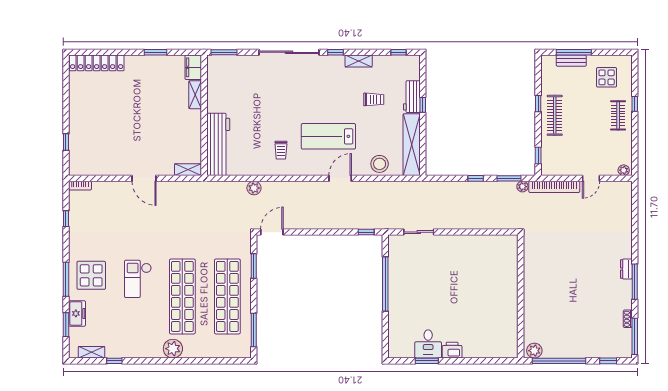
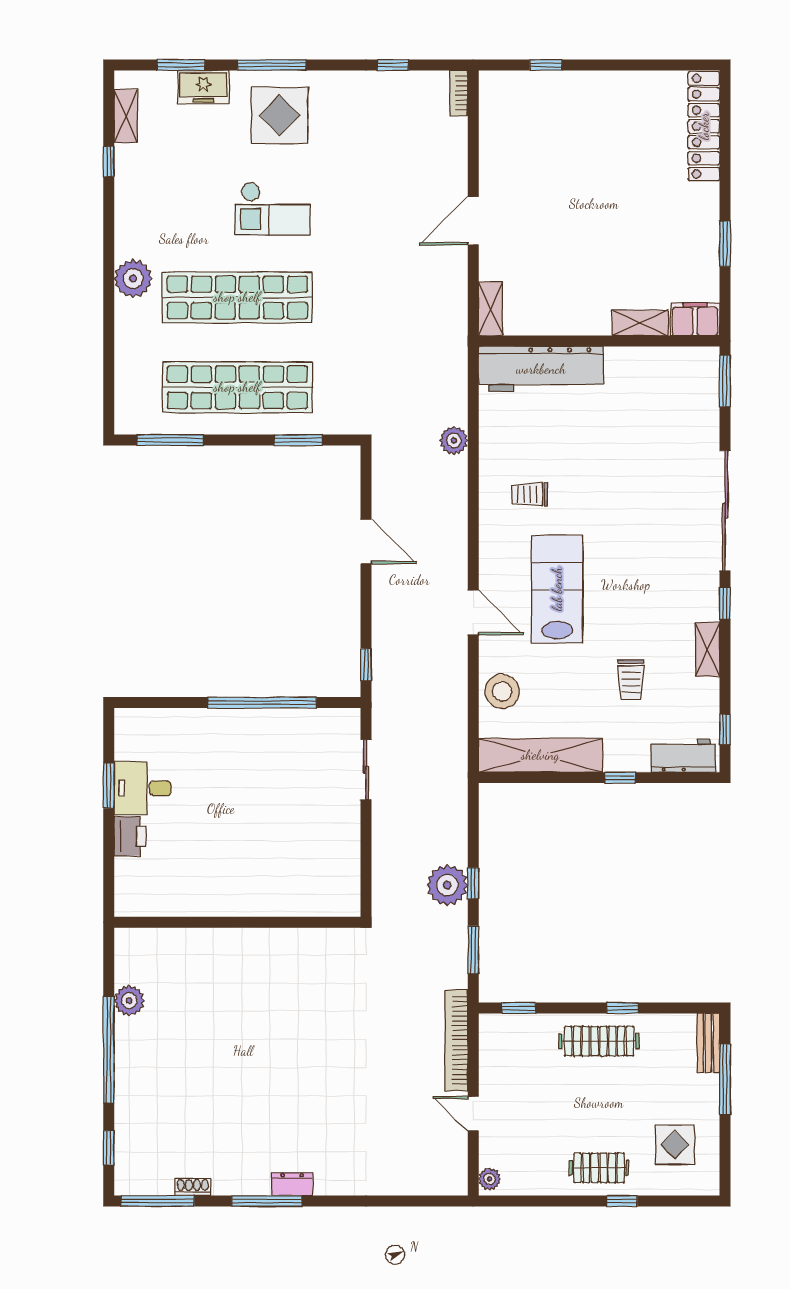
bench: (571, 61) -> (708, 1043), moved
workbench: (412, 97) -> (683, 756), moved
plant: (522, 187) -> (447, 885), moved, width x1.88, depth x1.88
door: (272, 232) -> (366, 542), moved
checkout: (138, 279) -> (272, 209), turned 180
wall: (521, 296) -> (237, 922), moved

